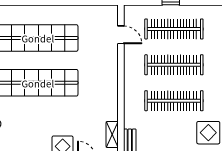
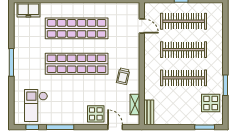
trolley: (97, 99) -> (123, 76), added

